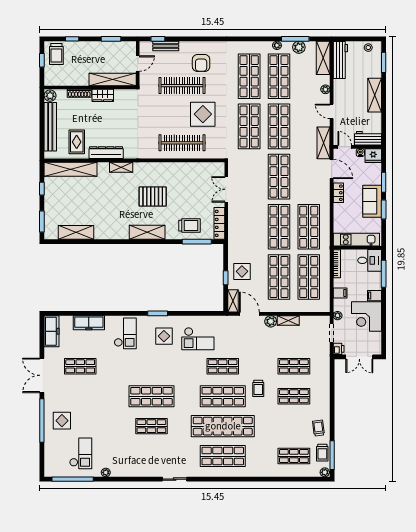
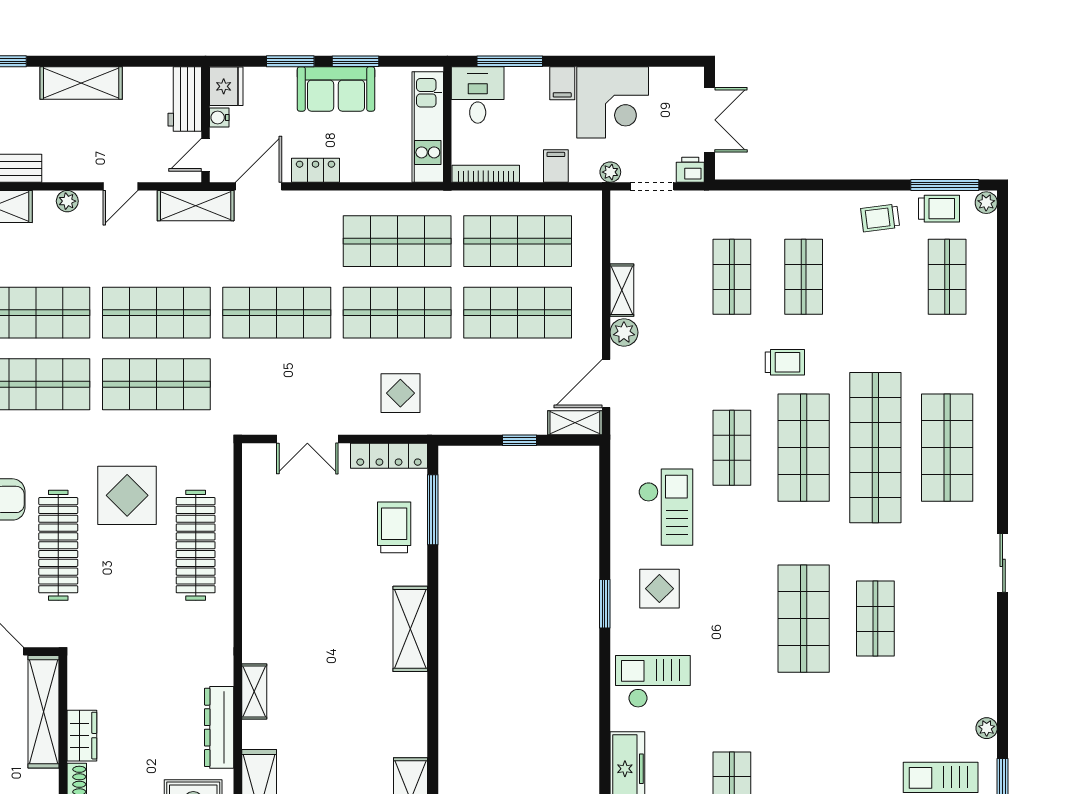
pallet: (153, 197) -> (324, 616), removed
display table: (242, 271) -> (400, 393), moved

